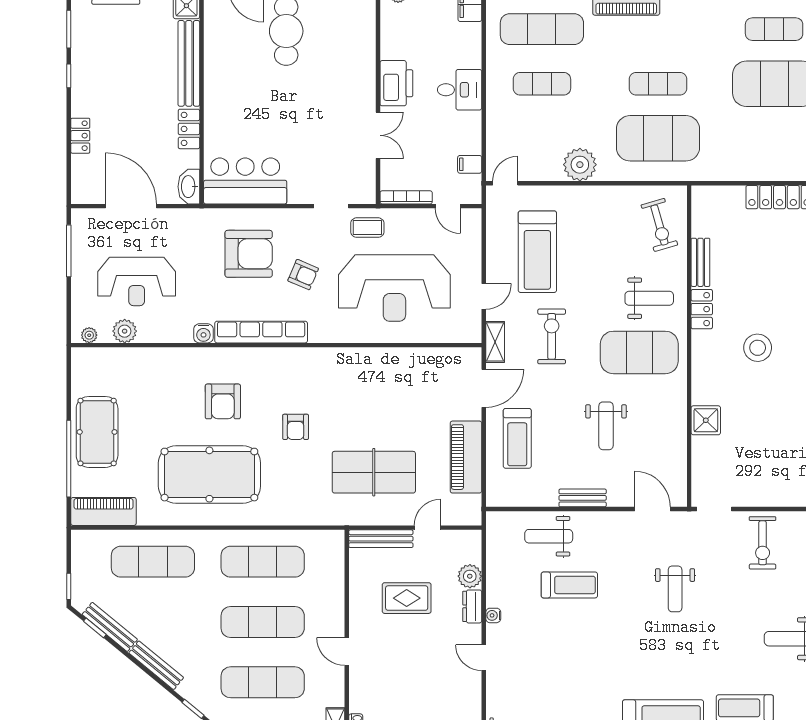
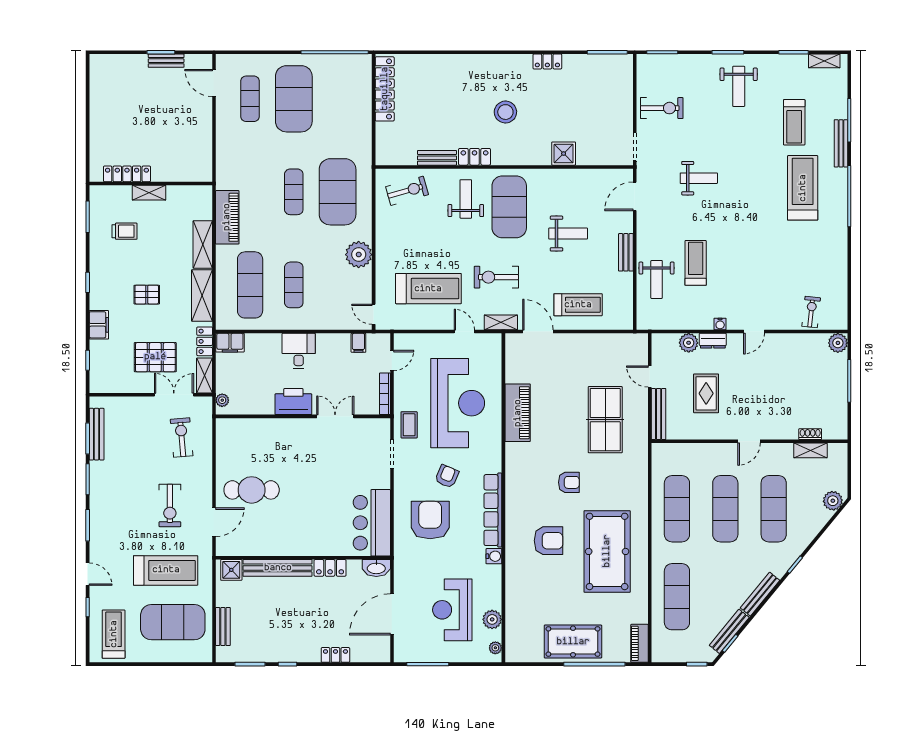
reception desk: (137, 281) -> (452, 610), turned 180
piano: (466, 457) -> (518, 413), moved, turned -90
piano: (103, 511) -> (639, 643), width x0.73, depth x0.75

